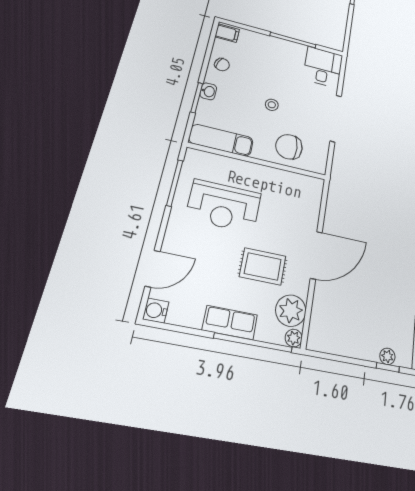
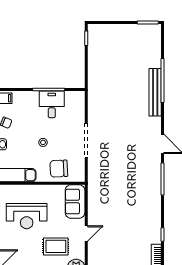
desk: (323, 67) -> (52, 104), moved
sofa: (306, 201) -> (75, 202), added
door: (316, 255) -> (86, 233), width x0.53

